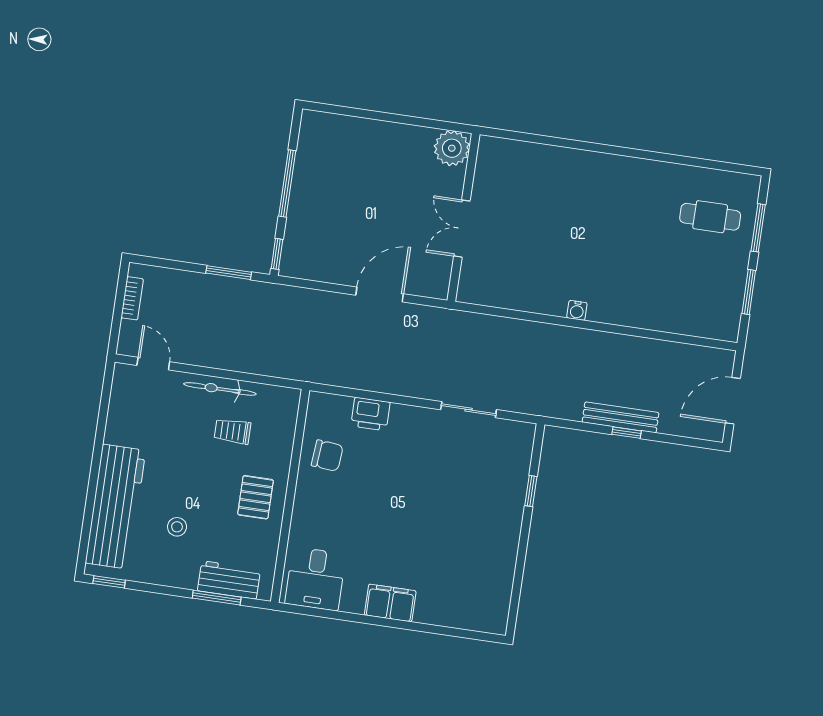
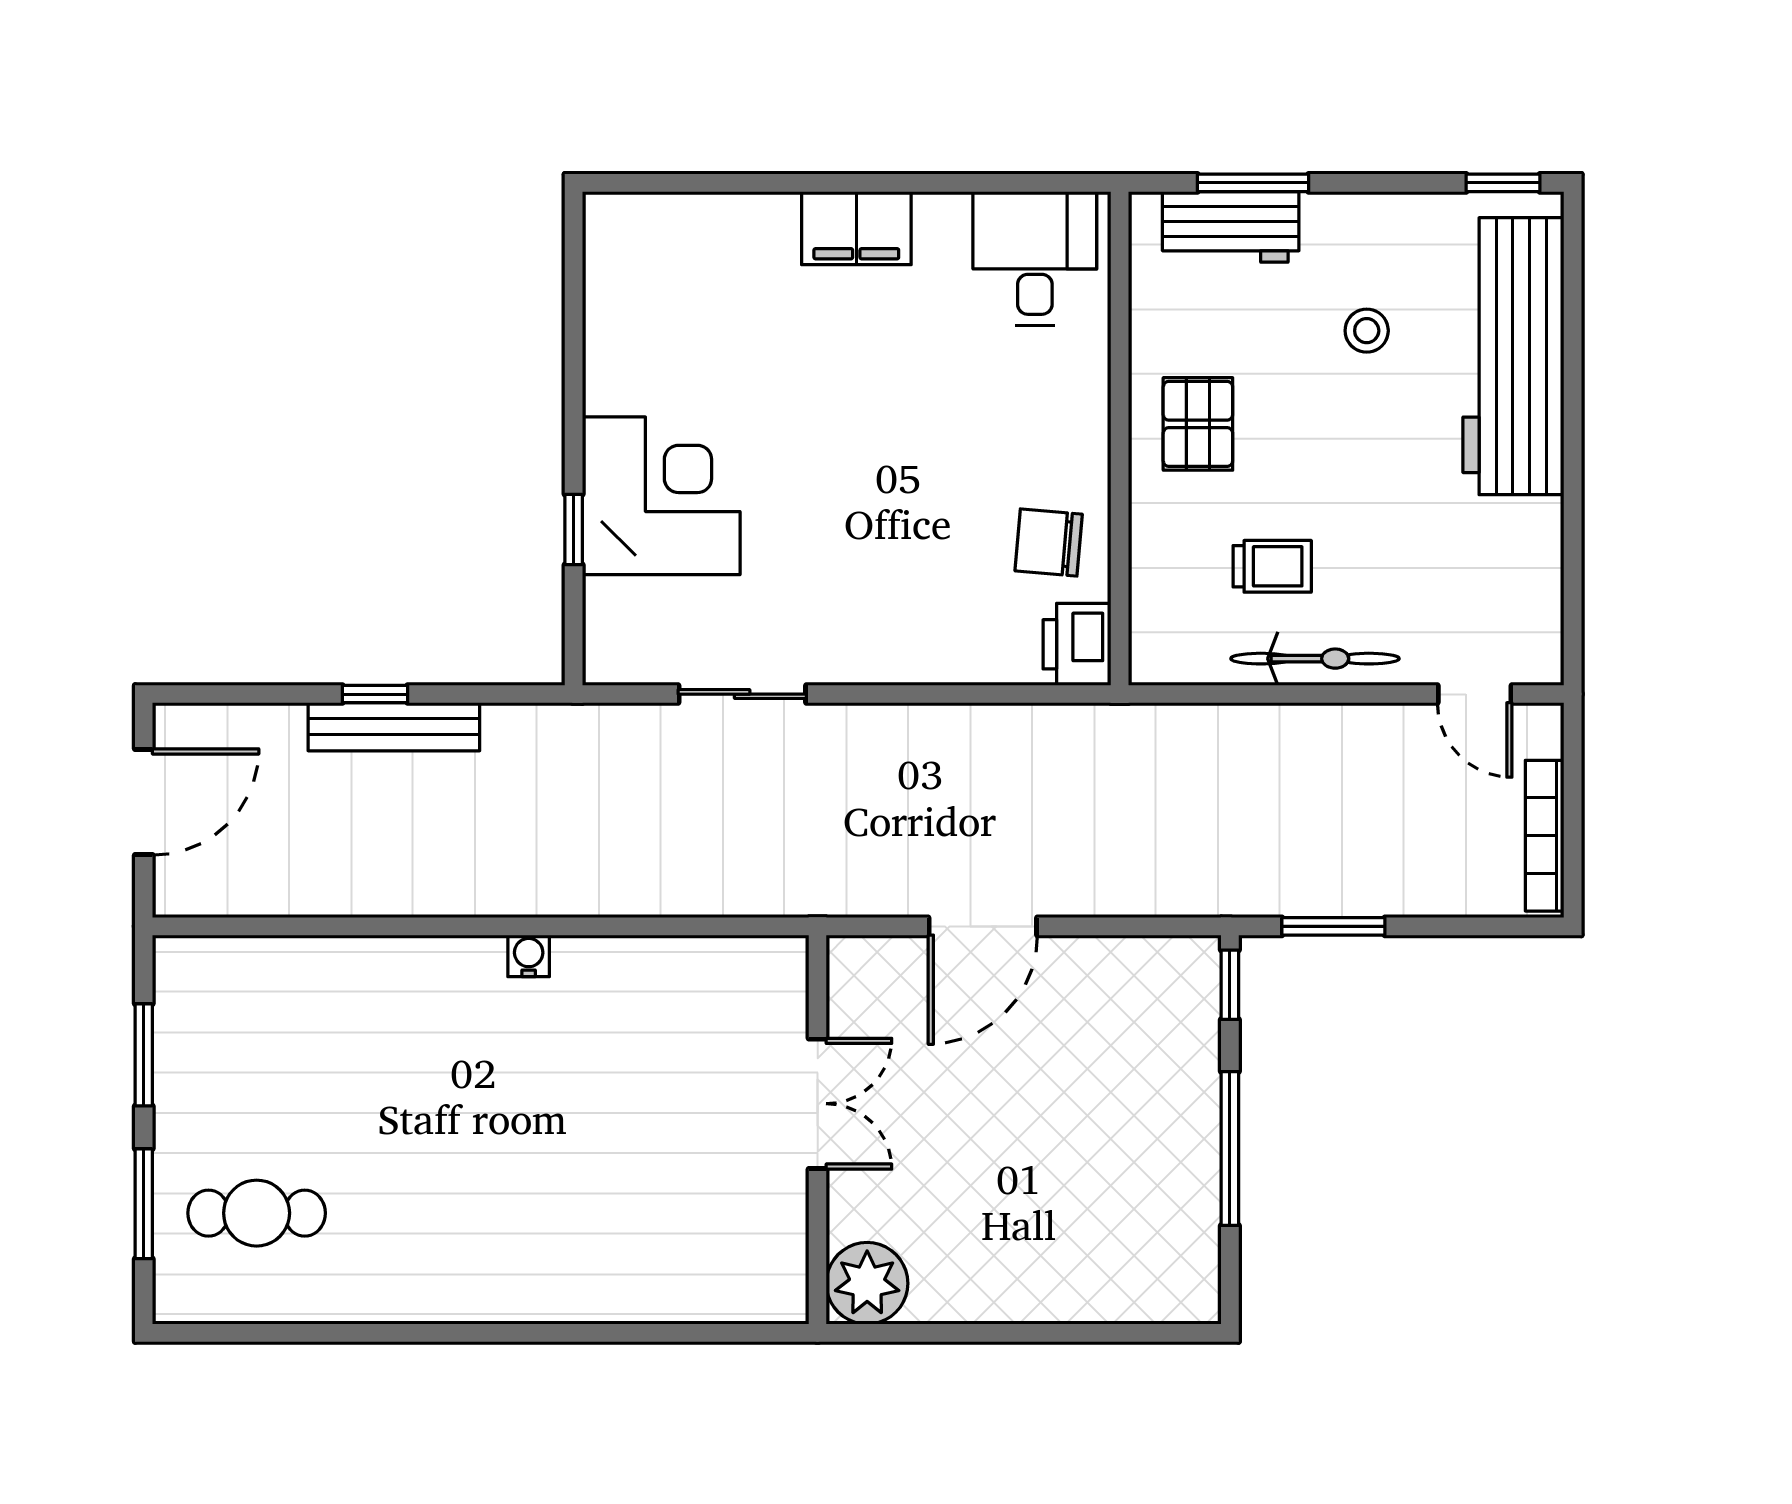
bookcase: (132, 298) -> (1545, 836), width x1.56
printer: (370, 414) -> (1077, 644), moved, turned -90
corner desk: (491, 500) -> (661, 496), added

